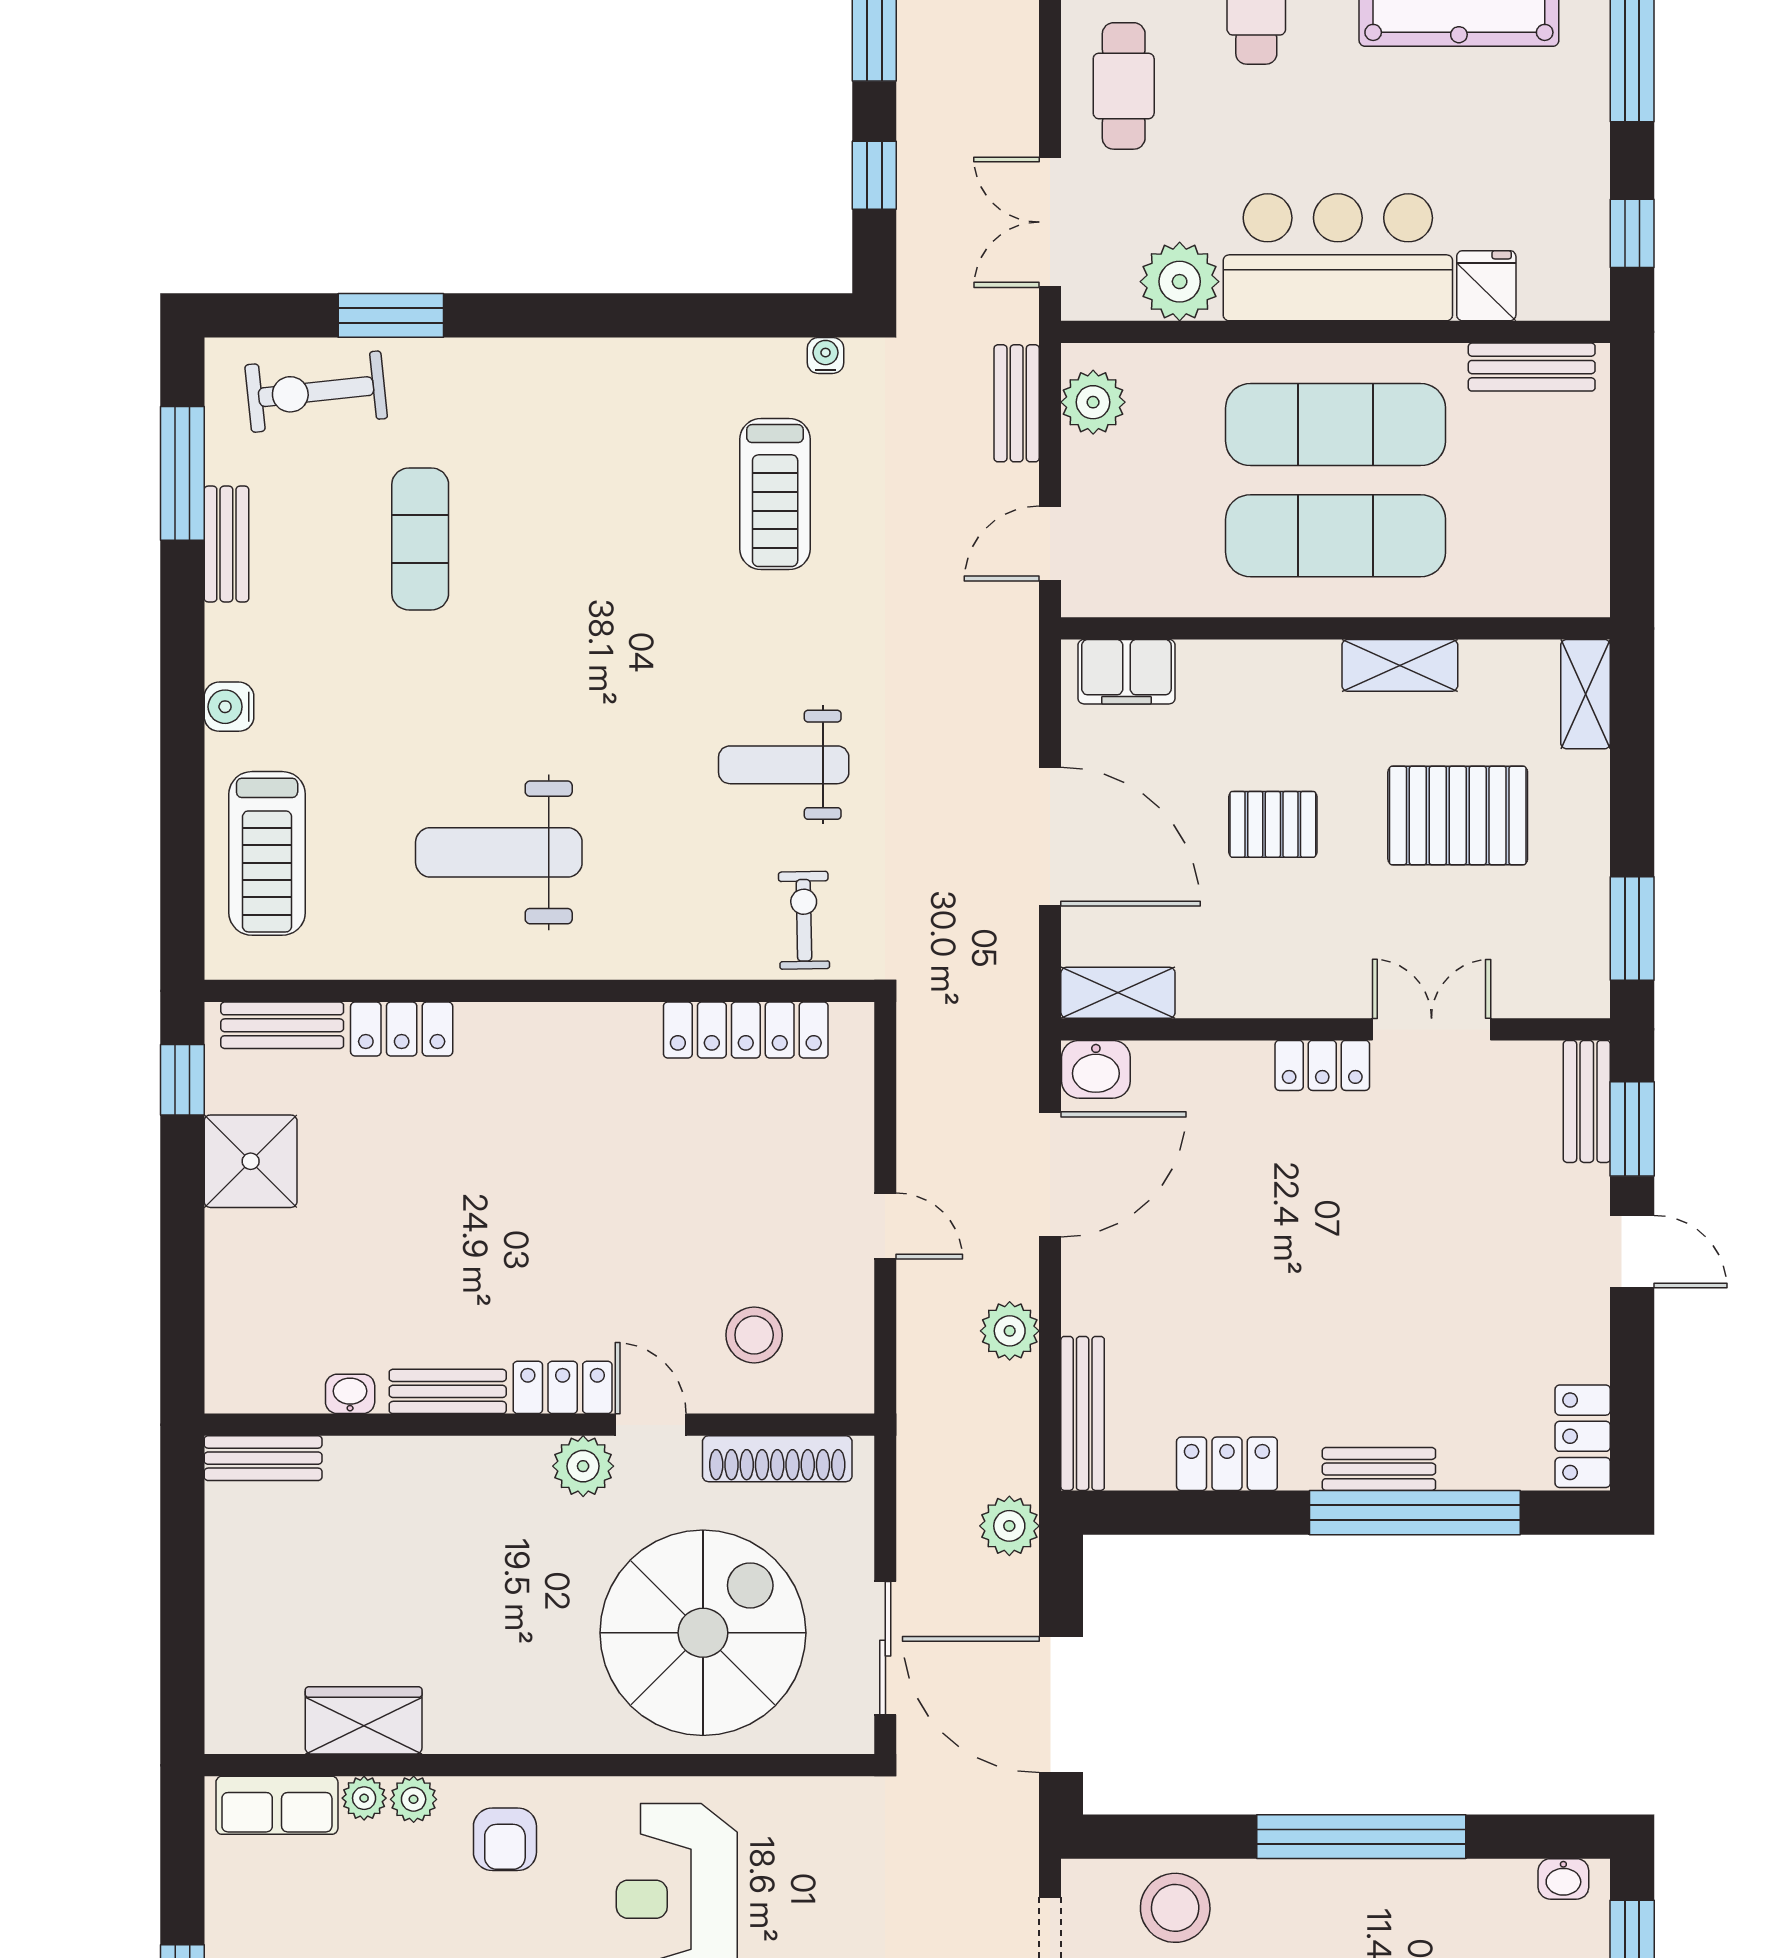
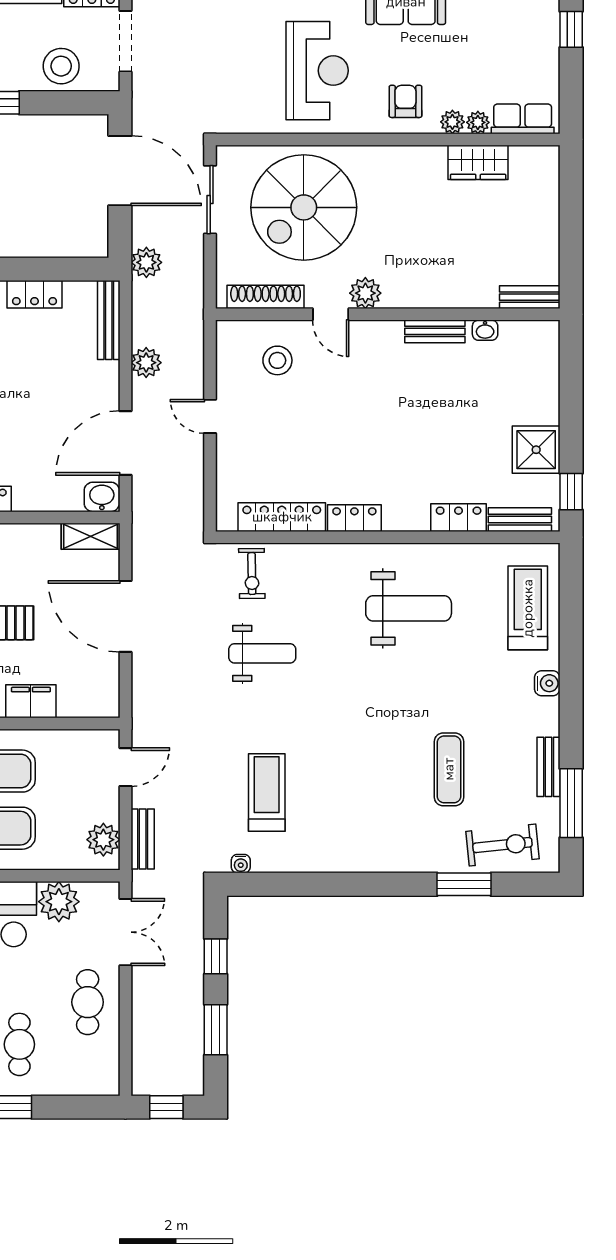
filing cabinet: (1126, 672) -> (31, 701), moved
locker: (563, 1387) -> (354, 518), moved, turned 180

